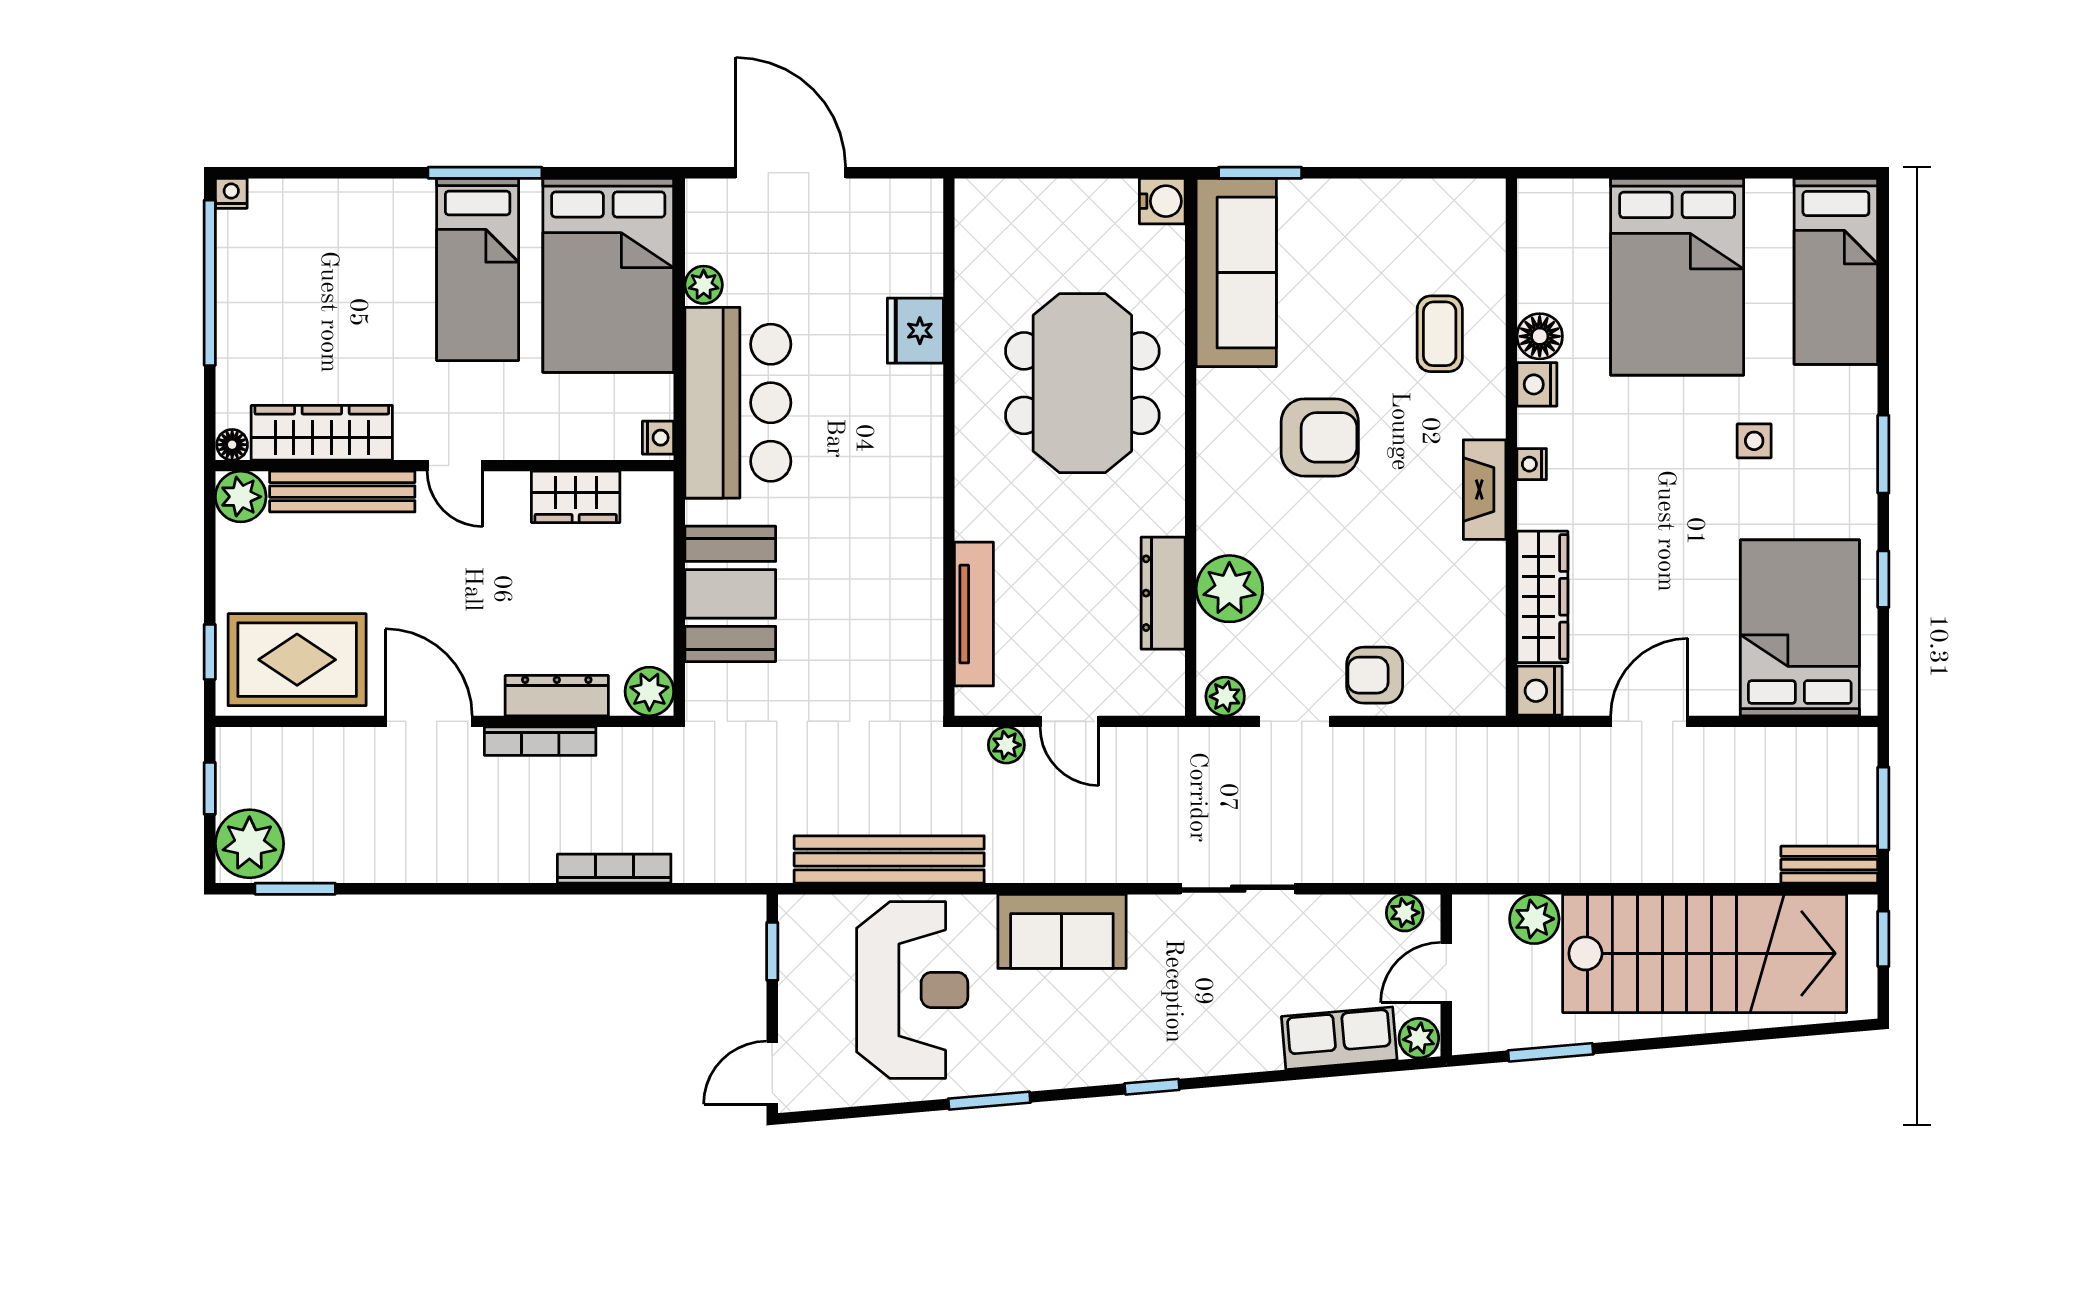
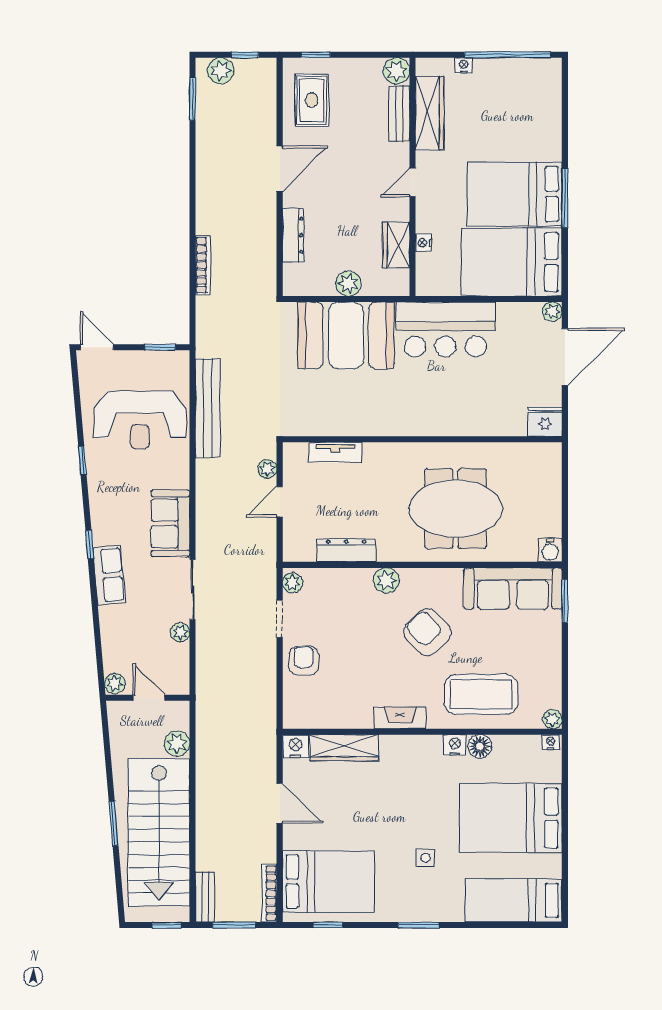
nightstand: (231, 193) -> (464, 65), moved, turned -90
plant: (1487, 197) -> (552, 719), added
bed: (478, 269) -> (515, 194), width x1.50
plant: (704, 285) -> (552, 312), moved
fridge: (915, 331) -> (545, 422), moved
coffee table: (1440, 334) -> (481, 694), width x1.86, depth x1.72
armchair: (1320, 437) -> (427, 632), turned 136
nightstand: (658, 438) -> (424, 243), moved, turned 90
floor lamp: (232, 445) -> (423, 66), removed
nightstand: (1532, 464) -> (550, 742), moved
bench: (342, 492) -> (399, 114), width x0.73
window: (1883, 579) -> (328, 925), moved
plant: (1229, 589) -> (386, 580), moved, width x0.73, depth x0.73
booth: (730, 594) -> (346, 335), width x1.36, depth x1.42
tv unit: (974, 614) -> (335, 452), width x0.71
rug: (297, 660) -> (312, 100), width x0.73, depth x0.70
plant: (649, 691) -> (348, 283), moved
bookcase: (540, 741) -> (269, 893), moved
plant: (249, 844) -> (221, 71), width x0.73, depth x0.73
plant: (1405, 913) -> (180, 632), moved
sofa: (1062, 931) -> (170, 524), moved
row of seats: (1339, 1038) -> (109, 575), moved
window: (1551, 1052) -> (114, 823), moved
window: (989, 1101) -> (82, 460), width x0.67

